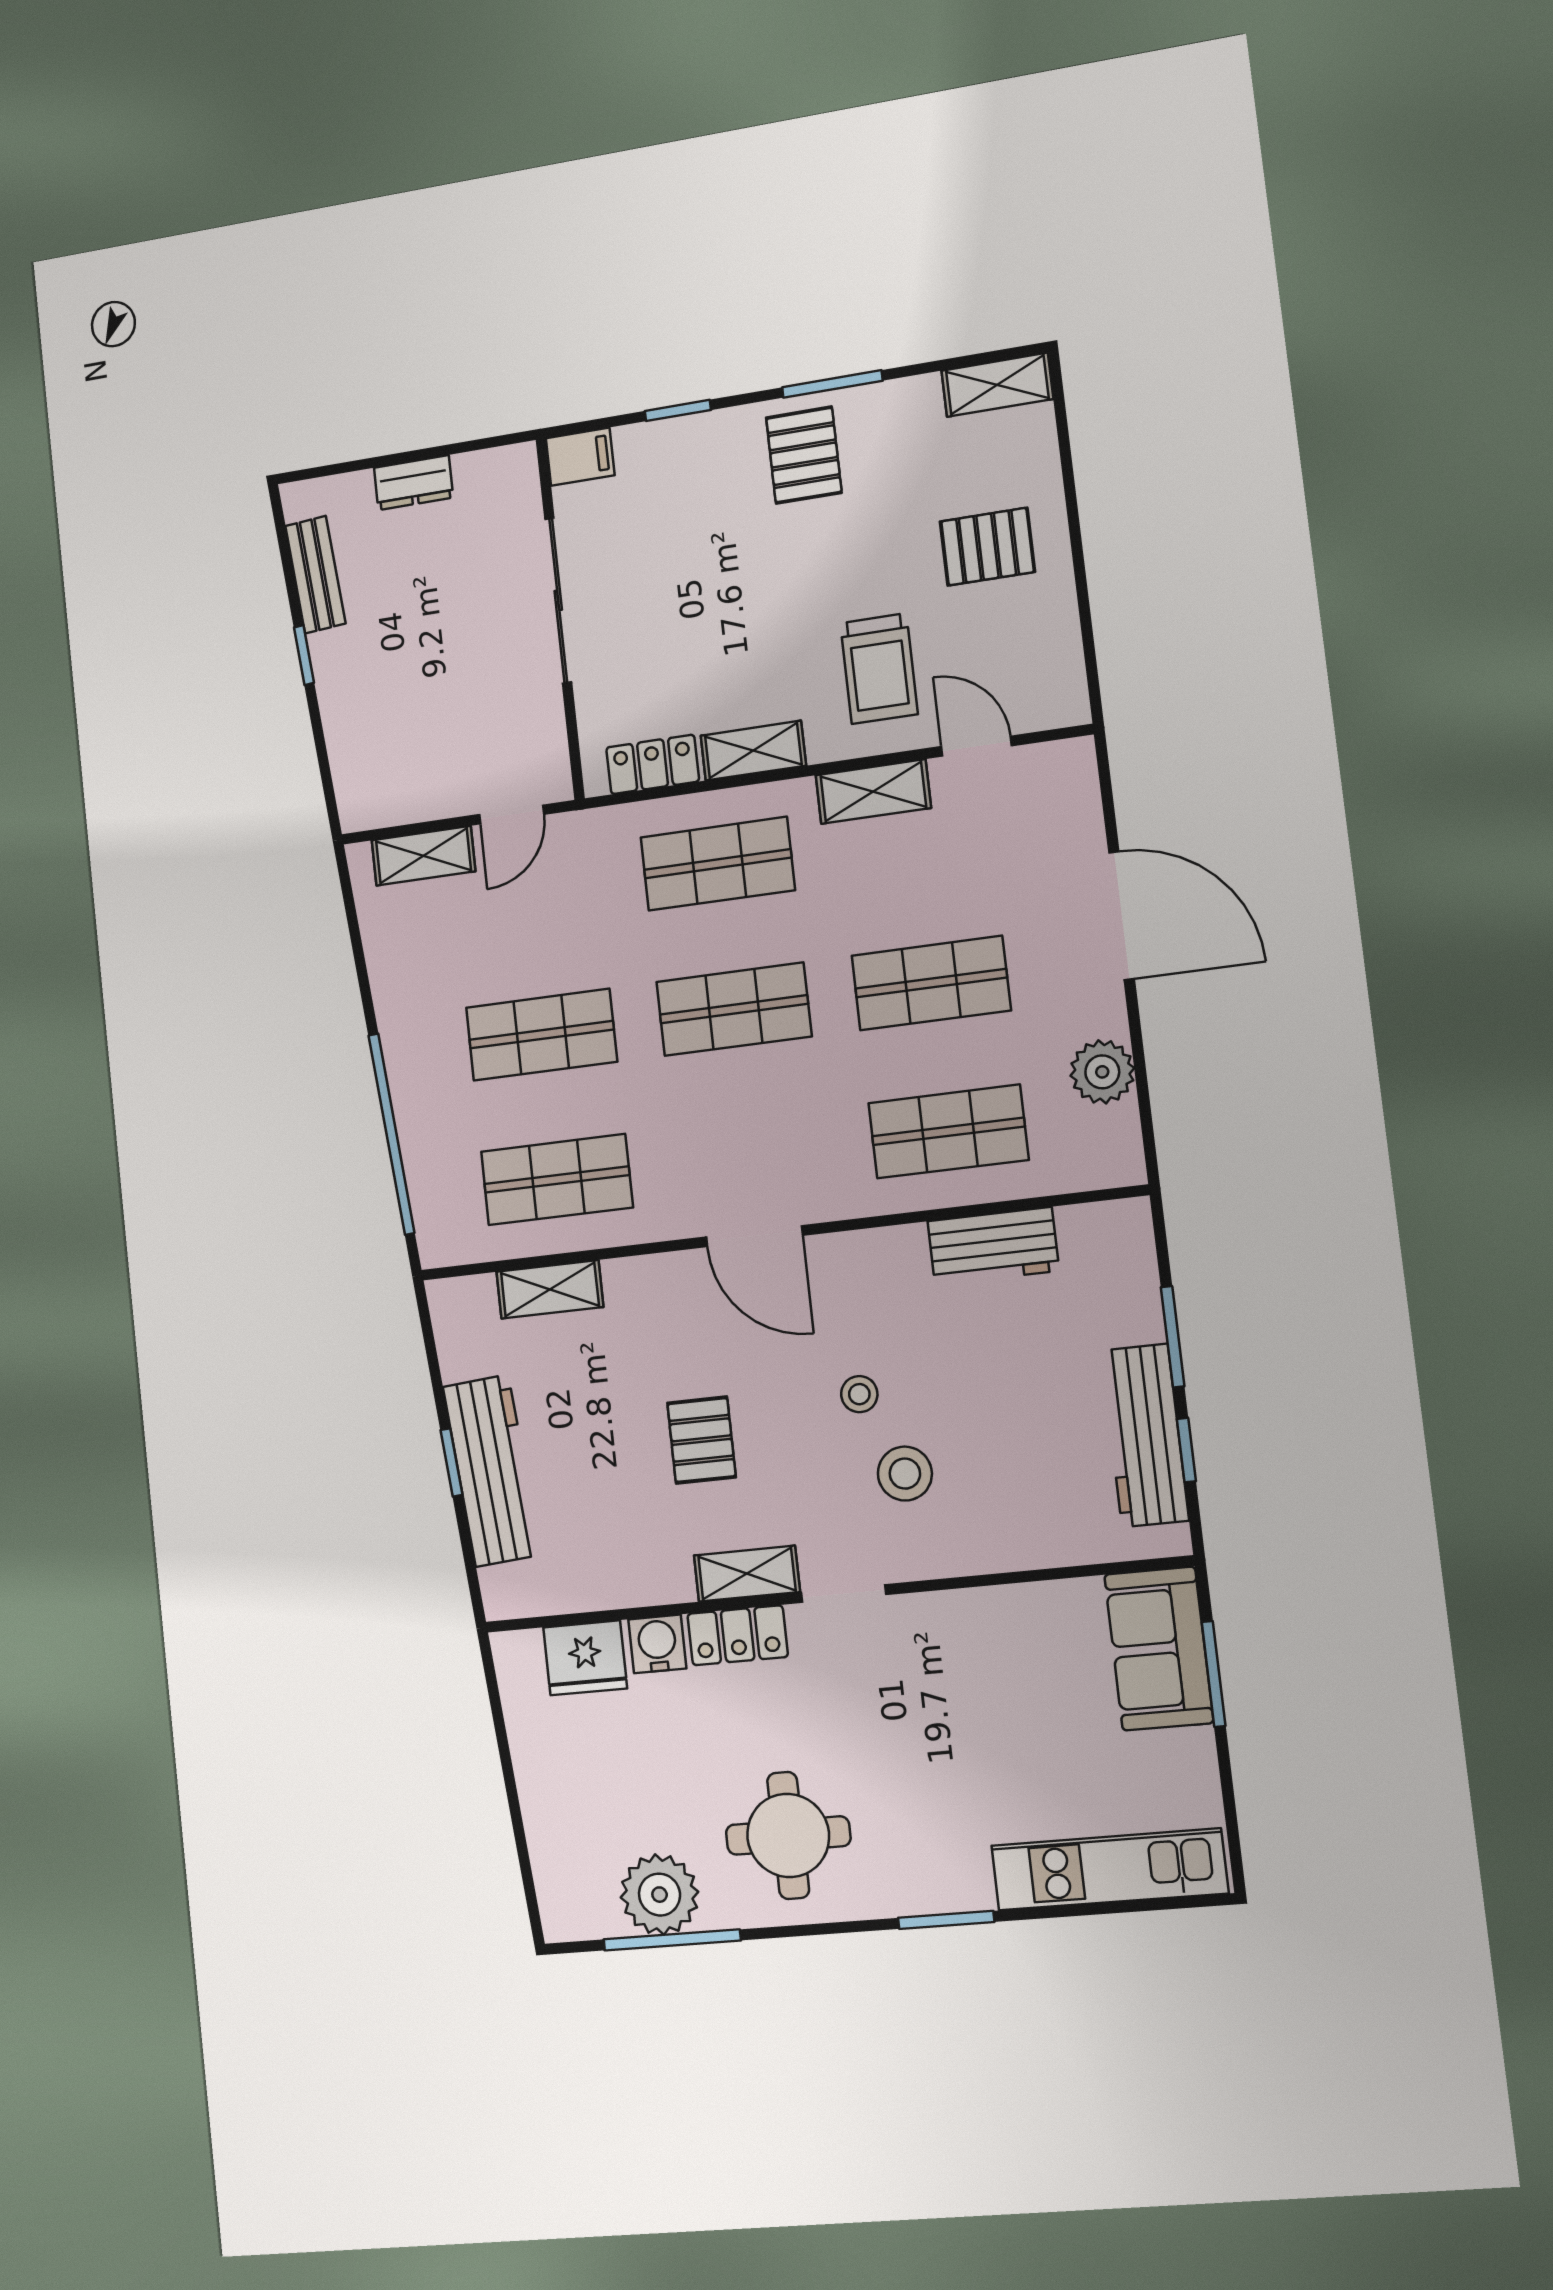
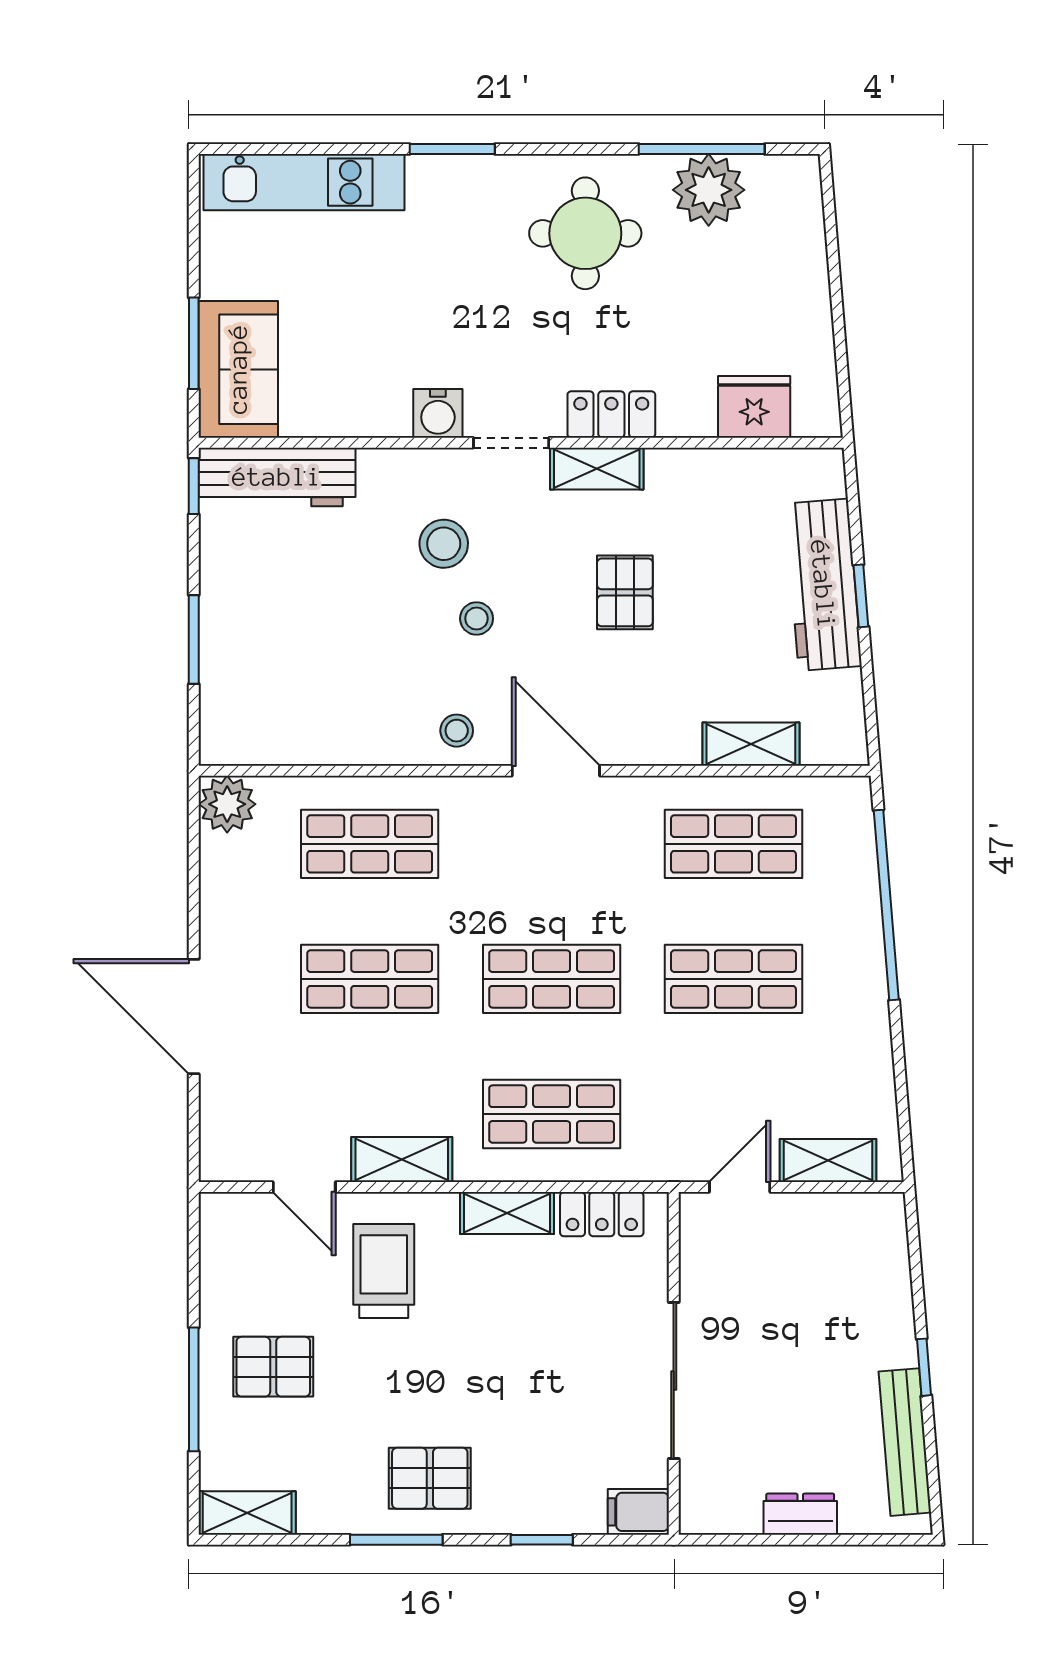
pallet: (804, 455) -> (430, 1478), turned 90
window: (1072, 508) -> (194, 1389), added
bench: (315, 575) -> (905, 1442), width x1.36
plant: (1102, 1072) -> (227, 804), moved
workbench: (993, 1246) -> (342, 737), removed
stool: (867, 1268) -> (457, 731), added
workbench: (1145, 1435) -> (277, 477), moved, turned 90
window: (1186, 1450) -> (194, 486), moved
water cooler: (657, 1644) -> (438, 413), moved

